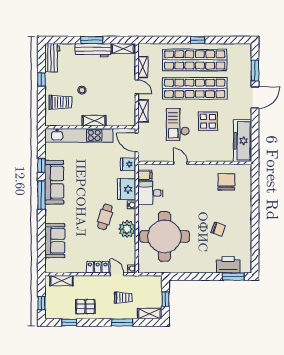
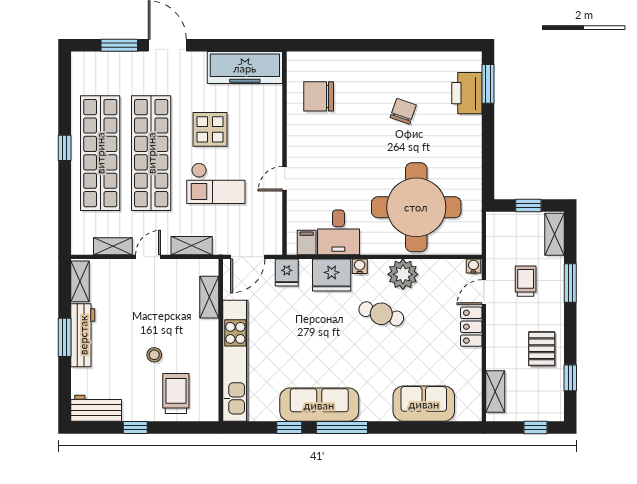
shelving: (94, 121) -> (209, 297), moved

